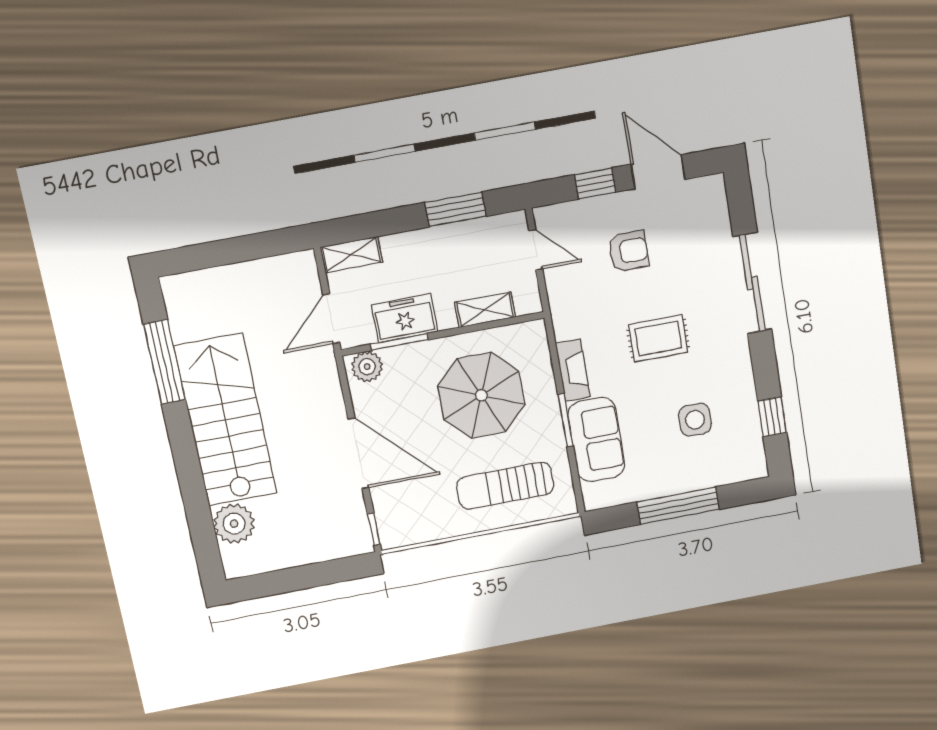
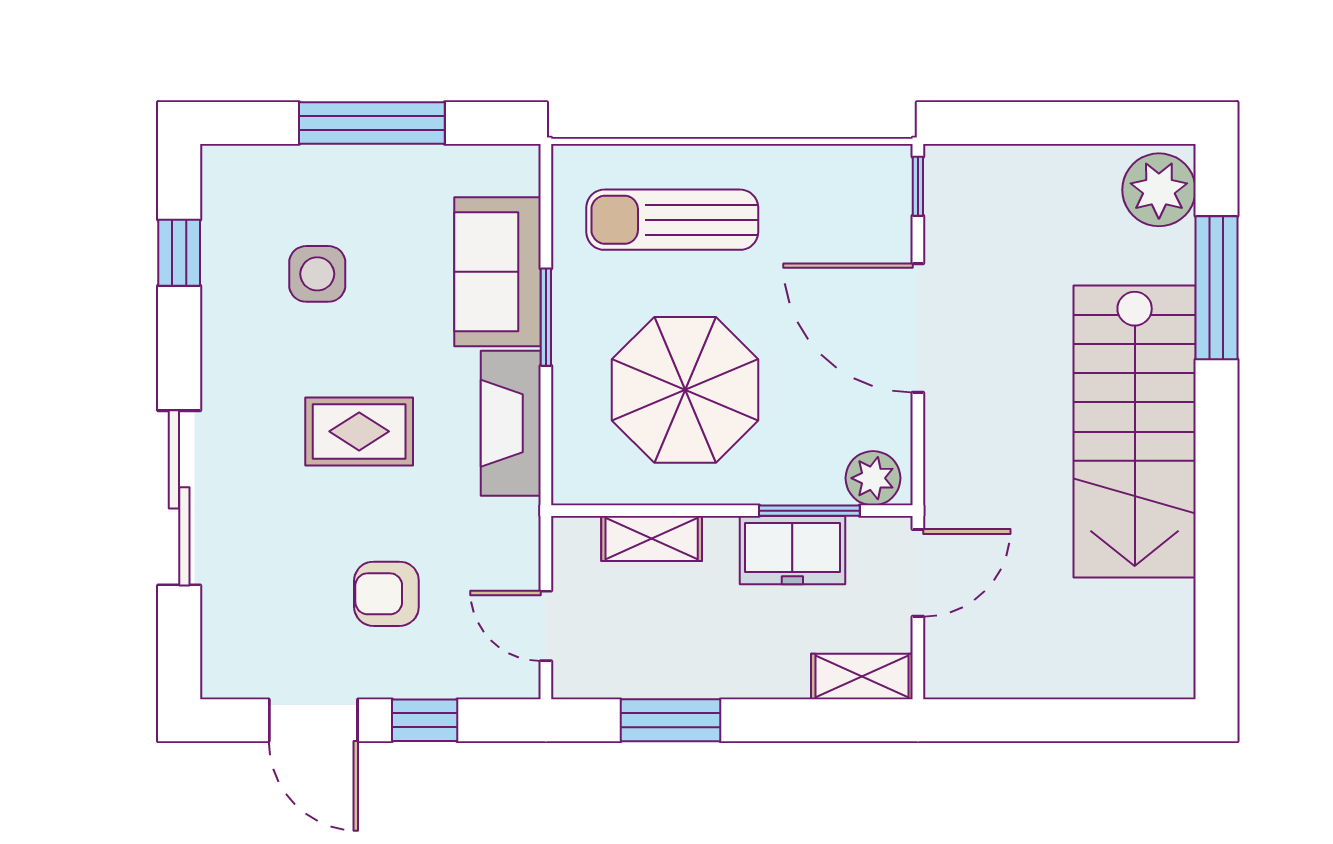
window: (164, 362) -> (1216, 288), moved
fireplace: (573, 370) -> (511, 423), width x1.37, depth x1.32
sun lounger: (505, 486) -> (672, 220), turned 180
plant: (234, 524) -> (1159, 190), moved

